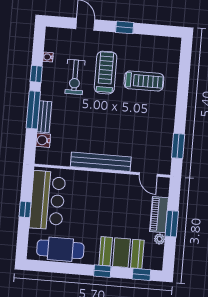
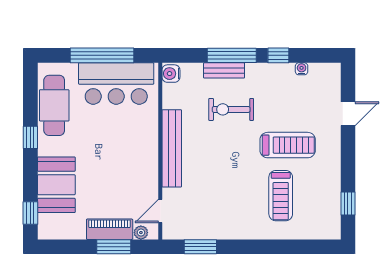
window: (125, 27) -> (348, 204), moved
exercise bike: (75, 77) -> (231, 109), moved
water cooler: (43, 140) -> (171, 74), moved, turned -90
window: (25, 209) -> (102, 55), width x3.17
window: (172, 224) -> (114, 247), moved
plant: (160, 239) -> (141, 233), moved
window: (102, 271) -> (30, 137), moved

